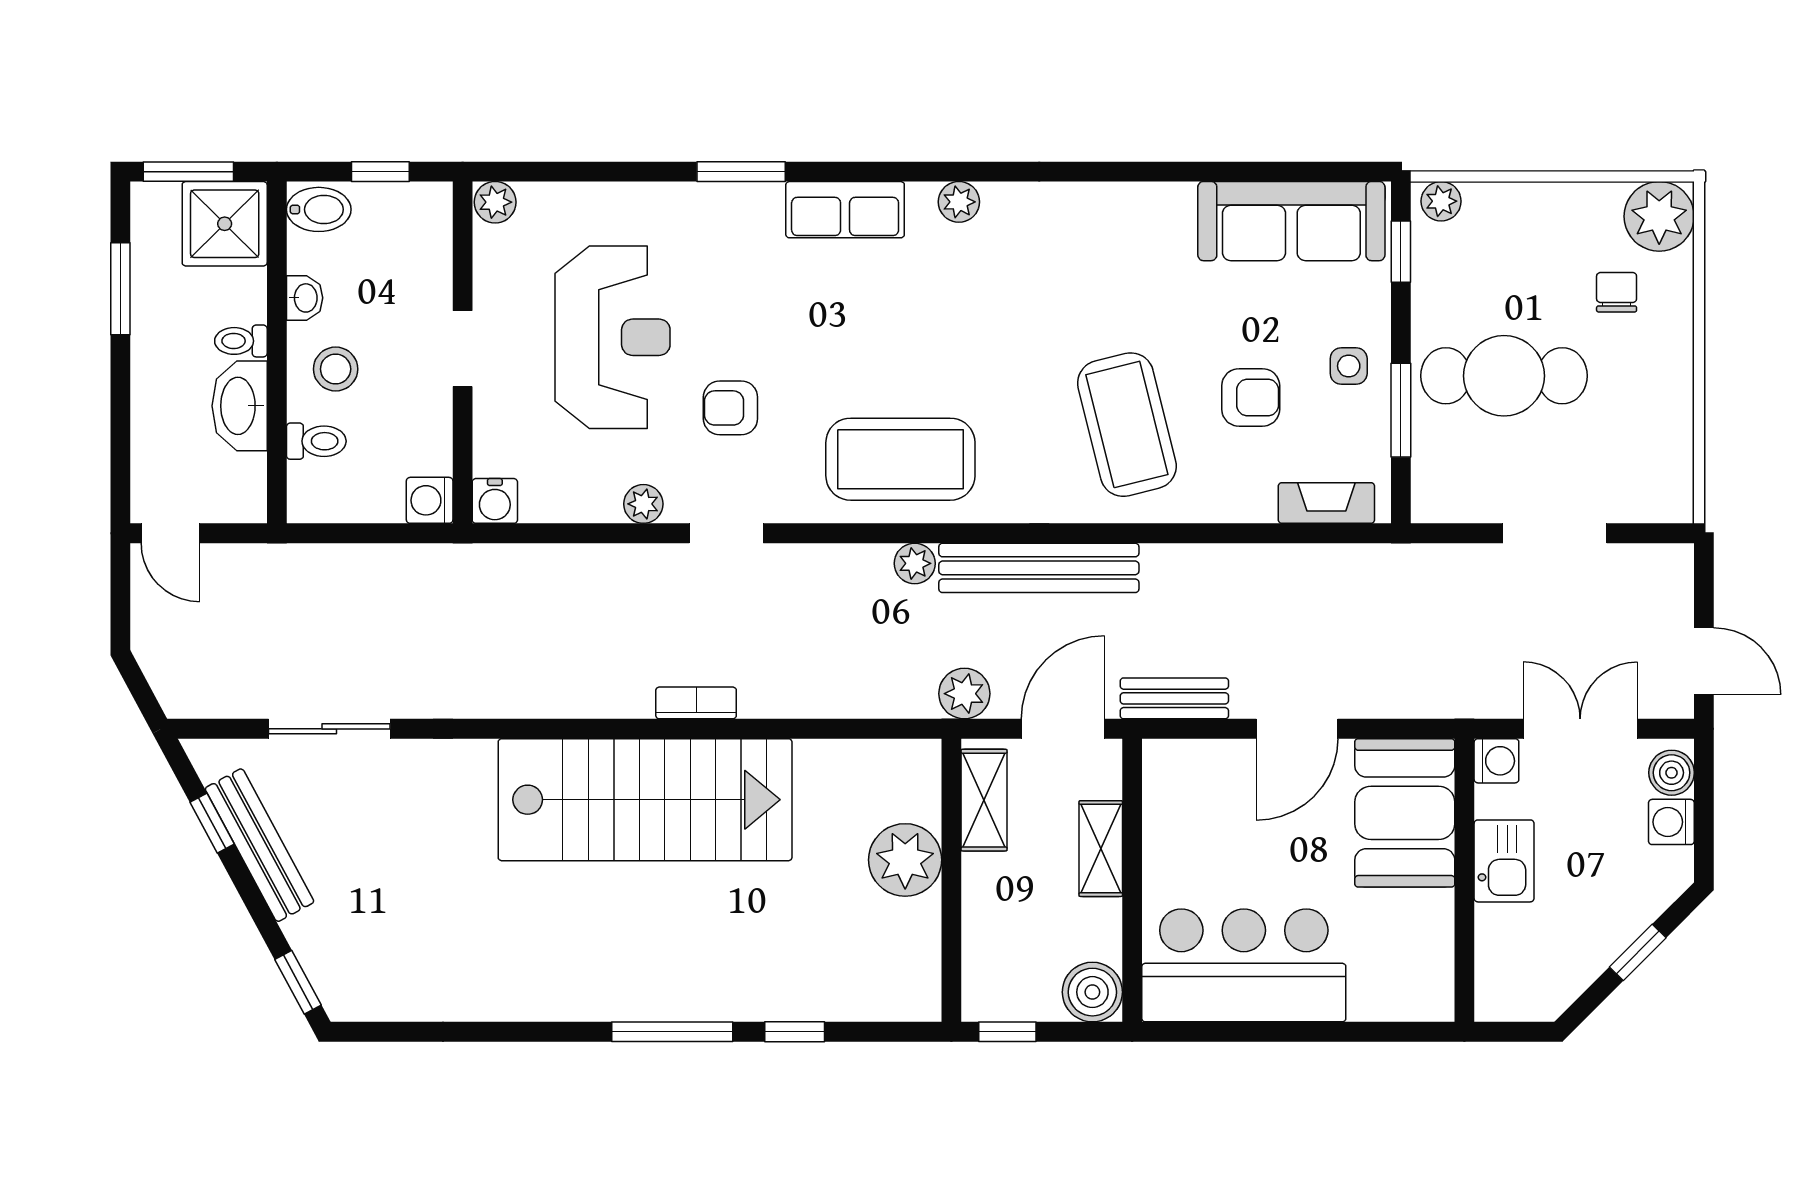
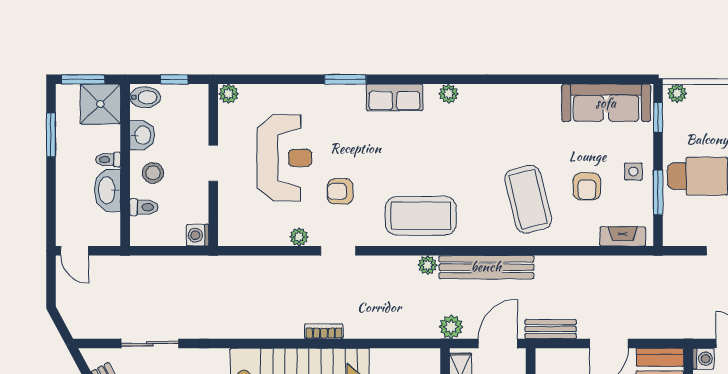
washbasin: (305, 298) -> (142, 135), width x1.38, depth x1.45
armchair: (1251, 397) -> (587, 186), turned 90
water cooler: (495, 501) -> (228, 235), removed

